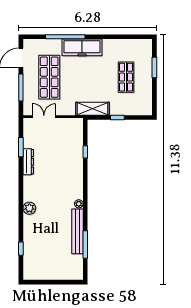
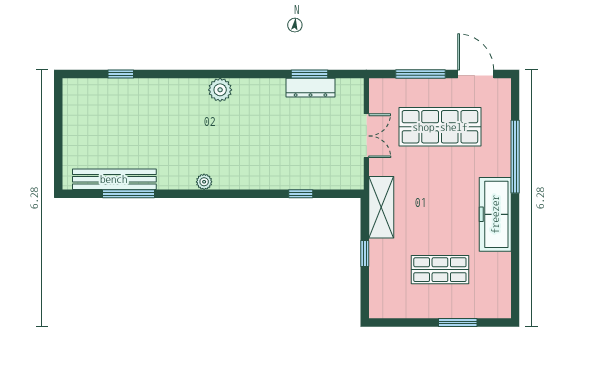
freezer: (82, 47) -> (495, 214), moved
double door: (44, 117) -> (366, 136), moved
dresser: (28, 162) -> (310, 88), moved
plant: (29, 208) -> (220, 90), moved
bench: (77, 231) -> (114, 179), moved

